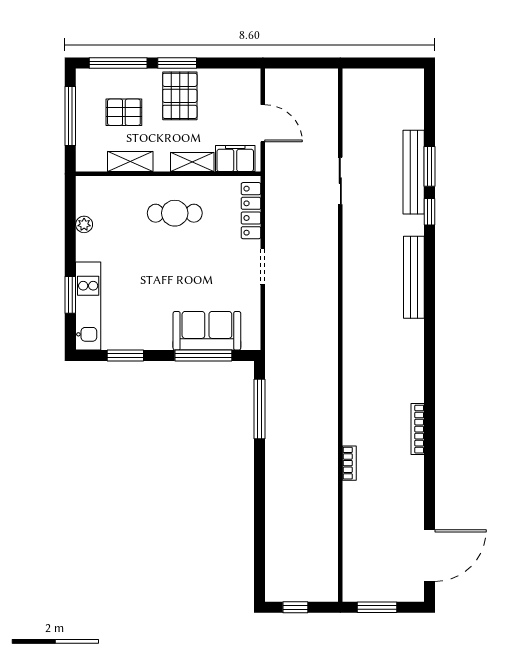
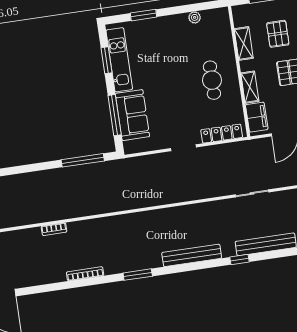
window: (430, 166) -> (138, 275), moved
kitchen unit: (88, 306) -> (119, 60), moved, turned -90

